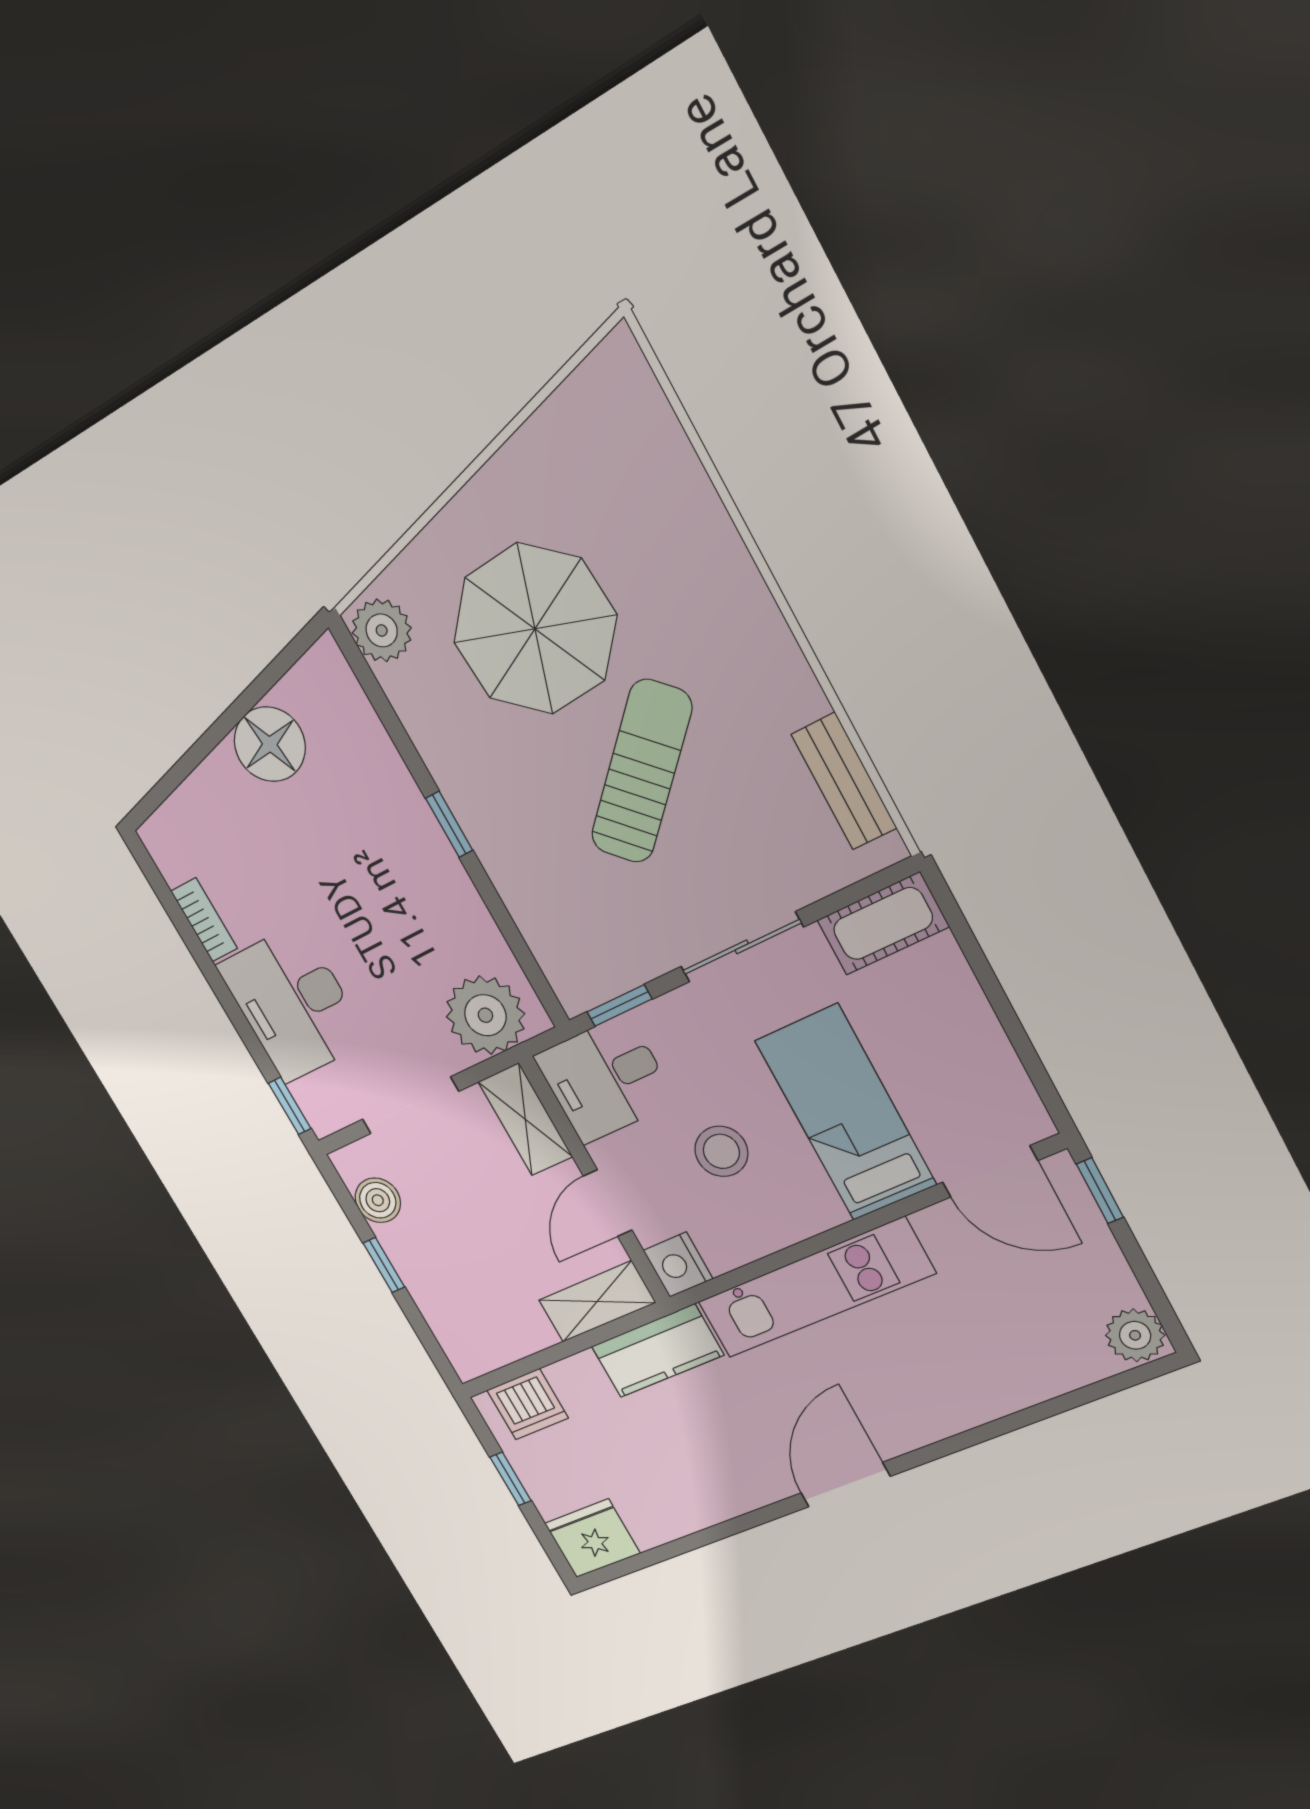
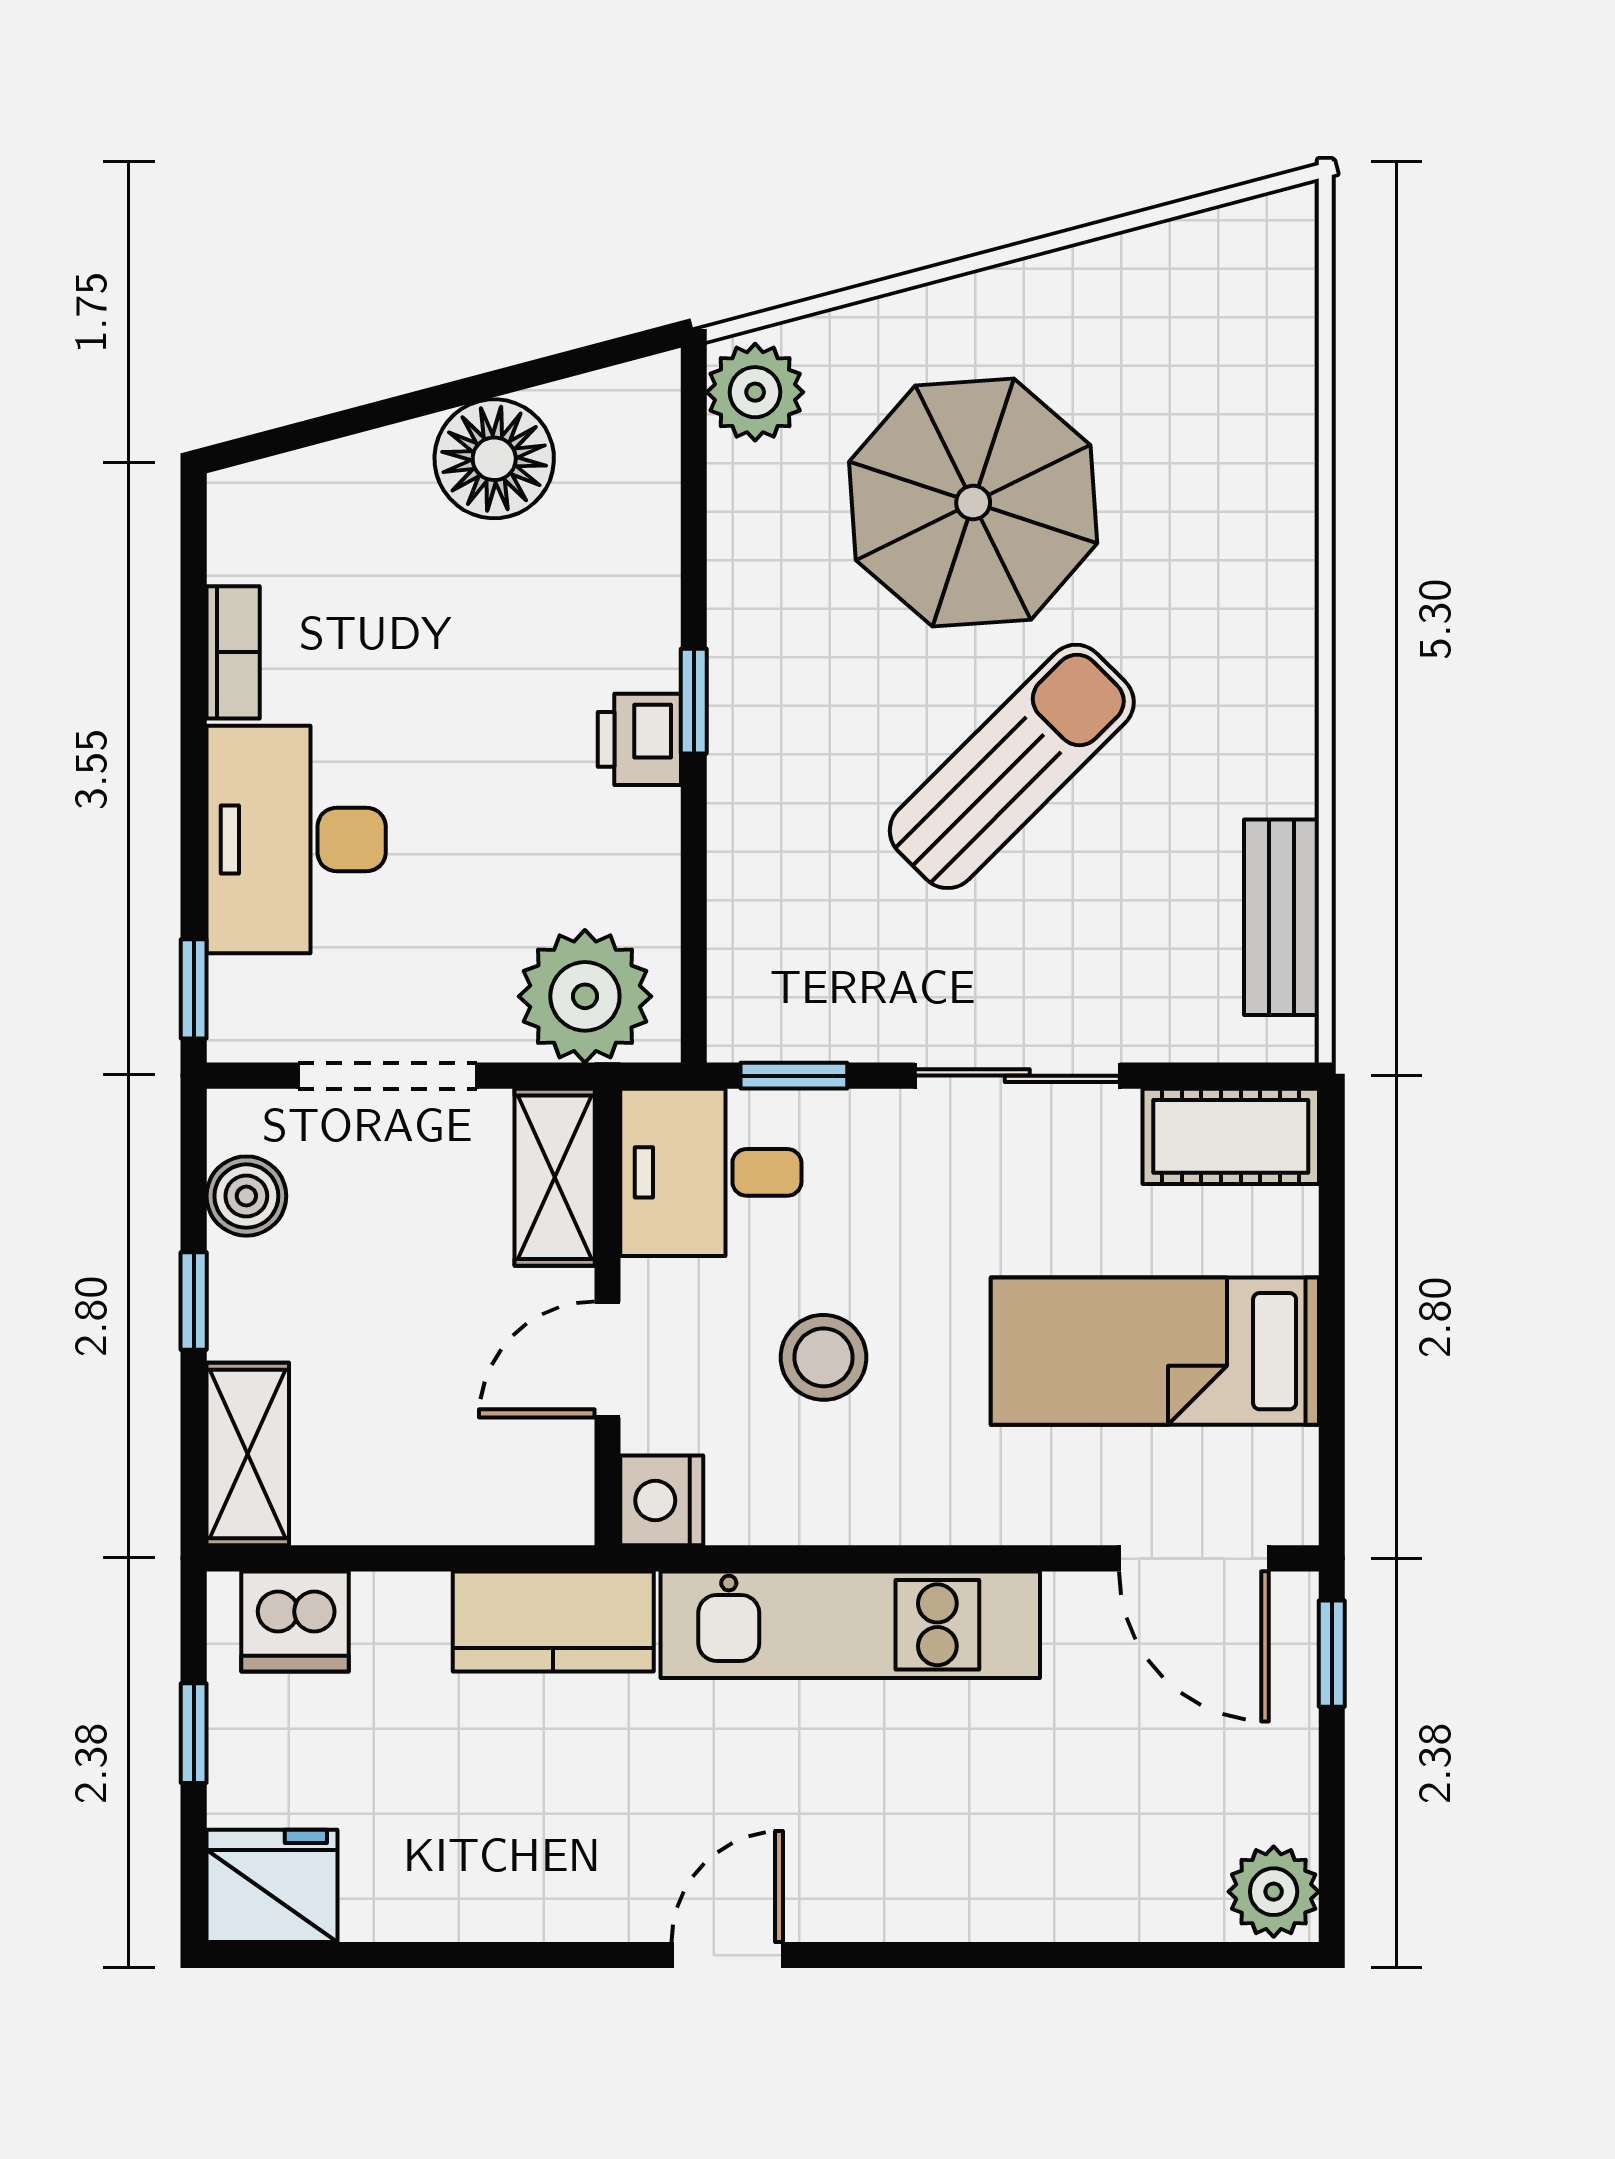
printer: (433, 860) -> (639, 739), added
bed: (846, 1113) -> (1155, 1351), moved, turned -90
shelving: (597, 1302) -> (248, 1454), moved, turned 90
door: (845, 1485) -> (727, 1955), width x0.73

